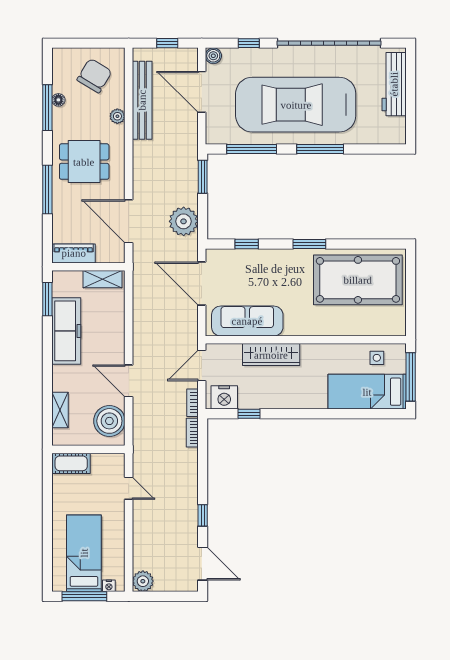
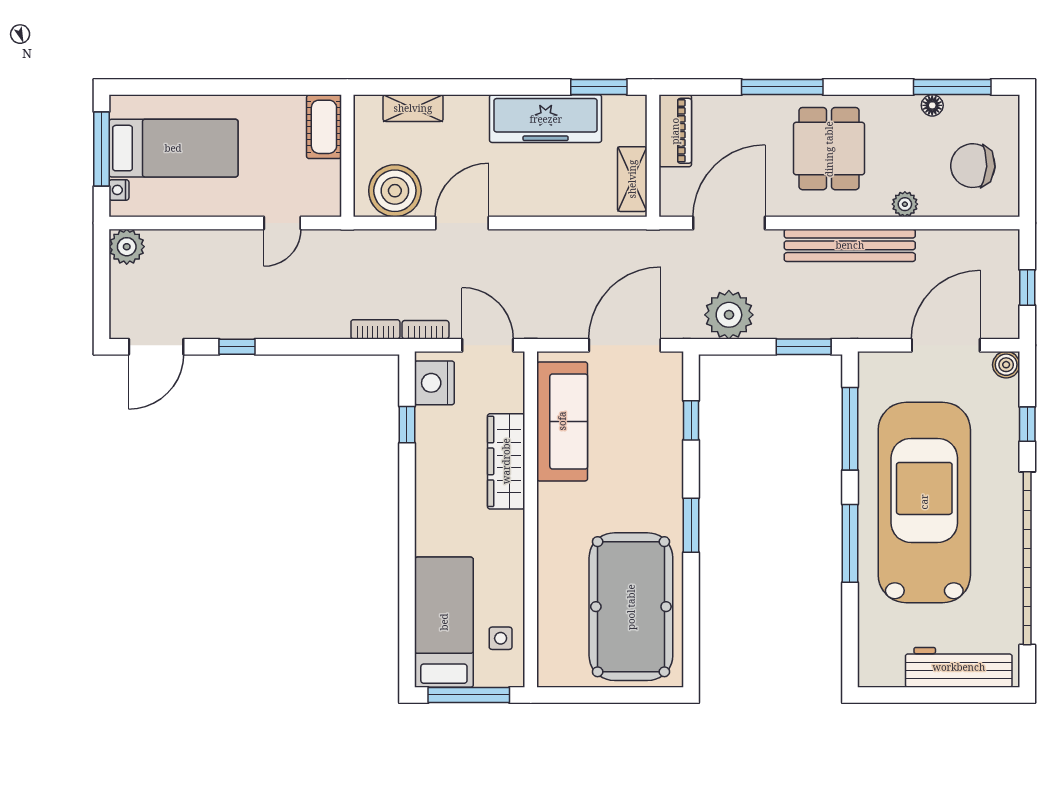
chair: (94, 76) -> (973, 166), turned 152
bench: (142, 100) -> (850, 245), moved
window: (47, 108) -> (952, 87), moved

